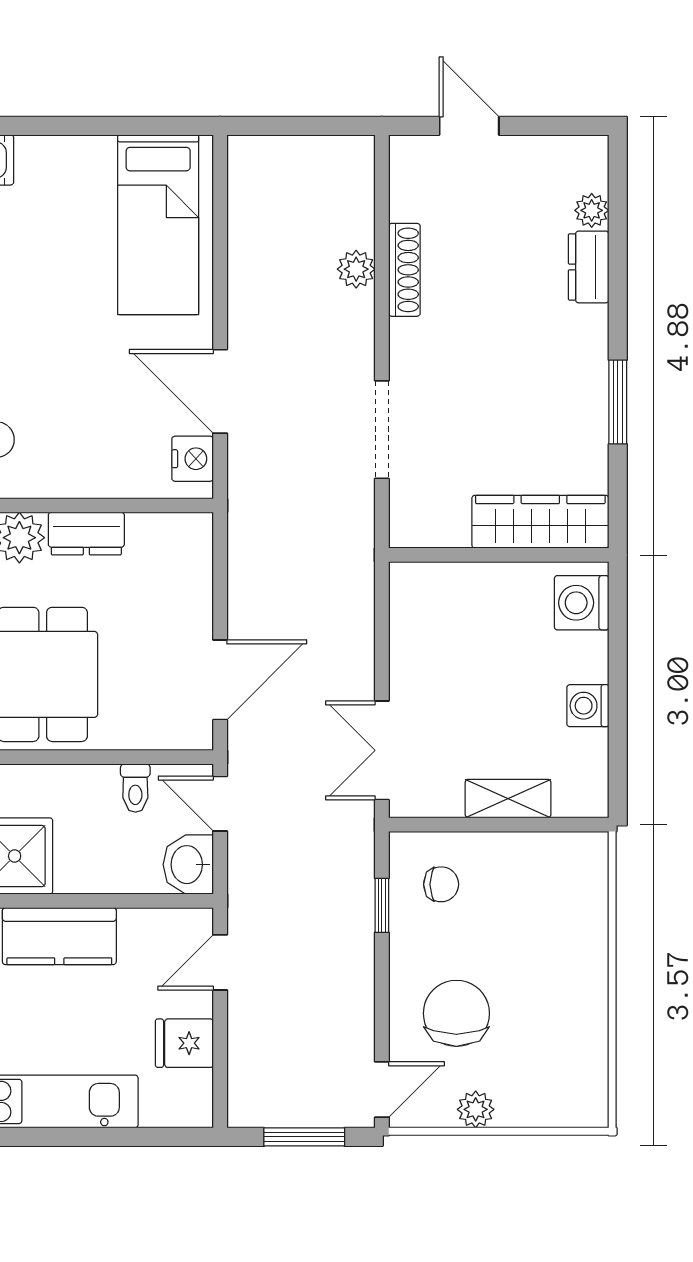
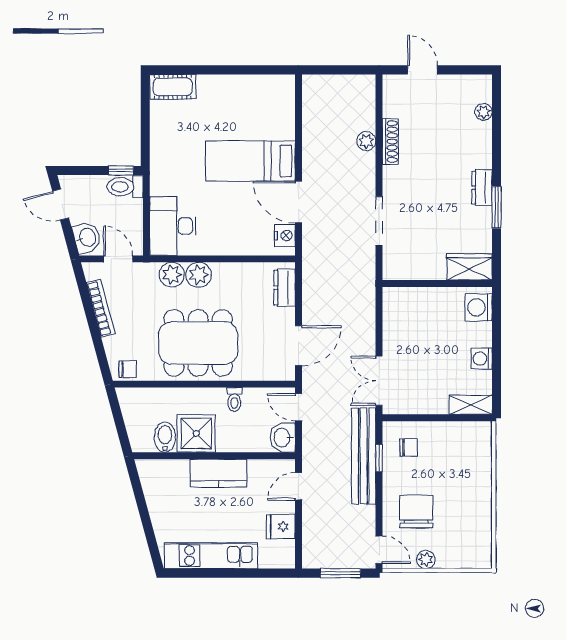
bed: (158, 225) -> (250, 161), moved, turned 90
dresser: (589, 267) -> (482, 188), moved
wardrobe: (540, 522) -> (469, 267), width x0.67
dresser: (86, 534) -> (285, 288), moved, turned 90
toilet: (135, 788) -> (234, 400), moved
shelving: (508, 799) -> (471, 405), moved
bench: (351, 902) -> (364, 456), added
door: (382, 1090) -> (379, 550), hinge flipped

